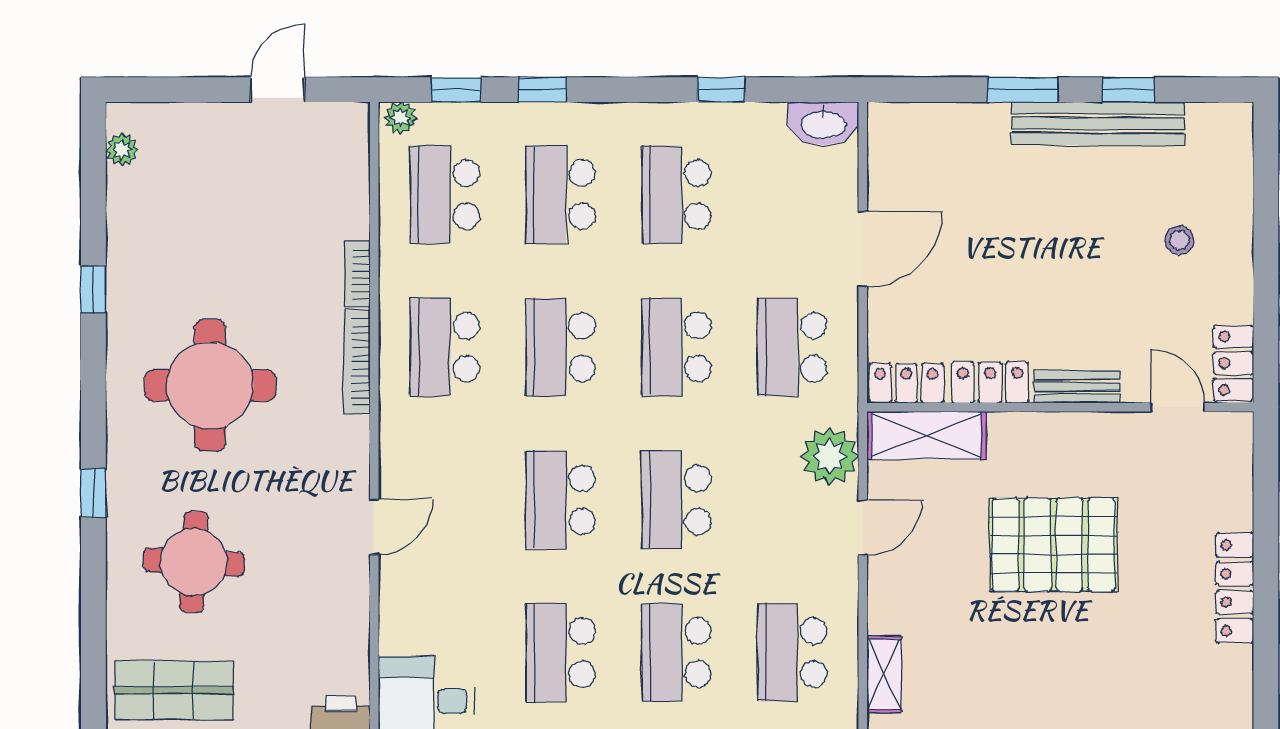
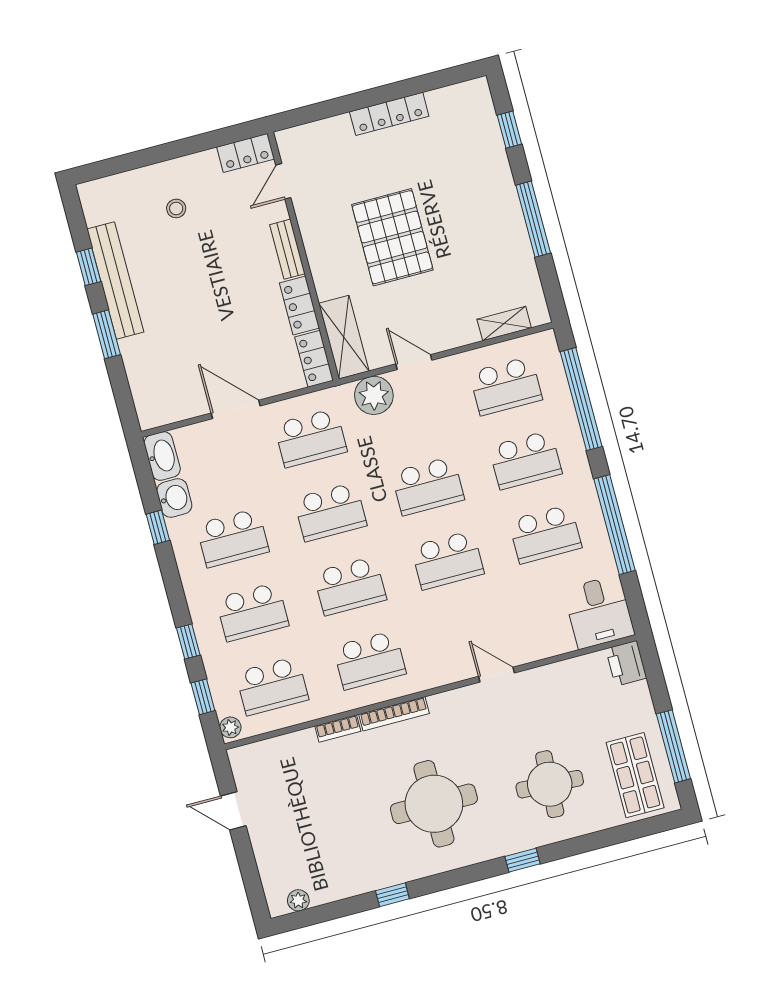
washbasin: (757, 125) -> (174, 498), added

